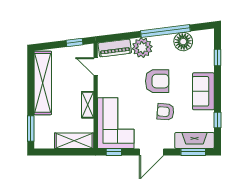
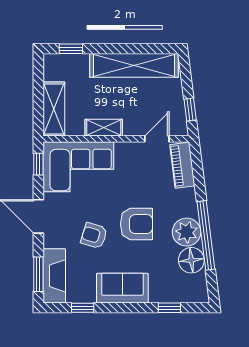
plant: (142, 48) -> (187, 232), moved
armchair: (157, 81) -> (137, 224), turned -90
armchair: (165, 112) -> (94, 236), turned -77
window: (31, 128) -> (71, 49), width x0.67

